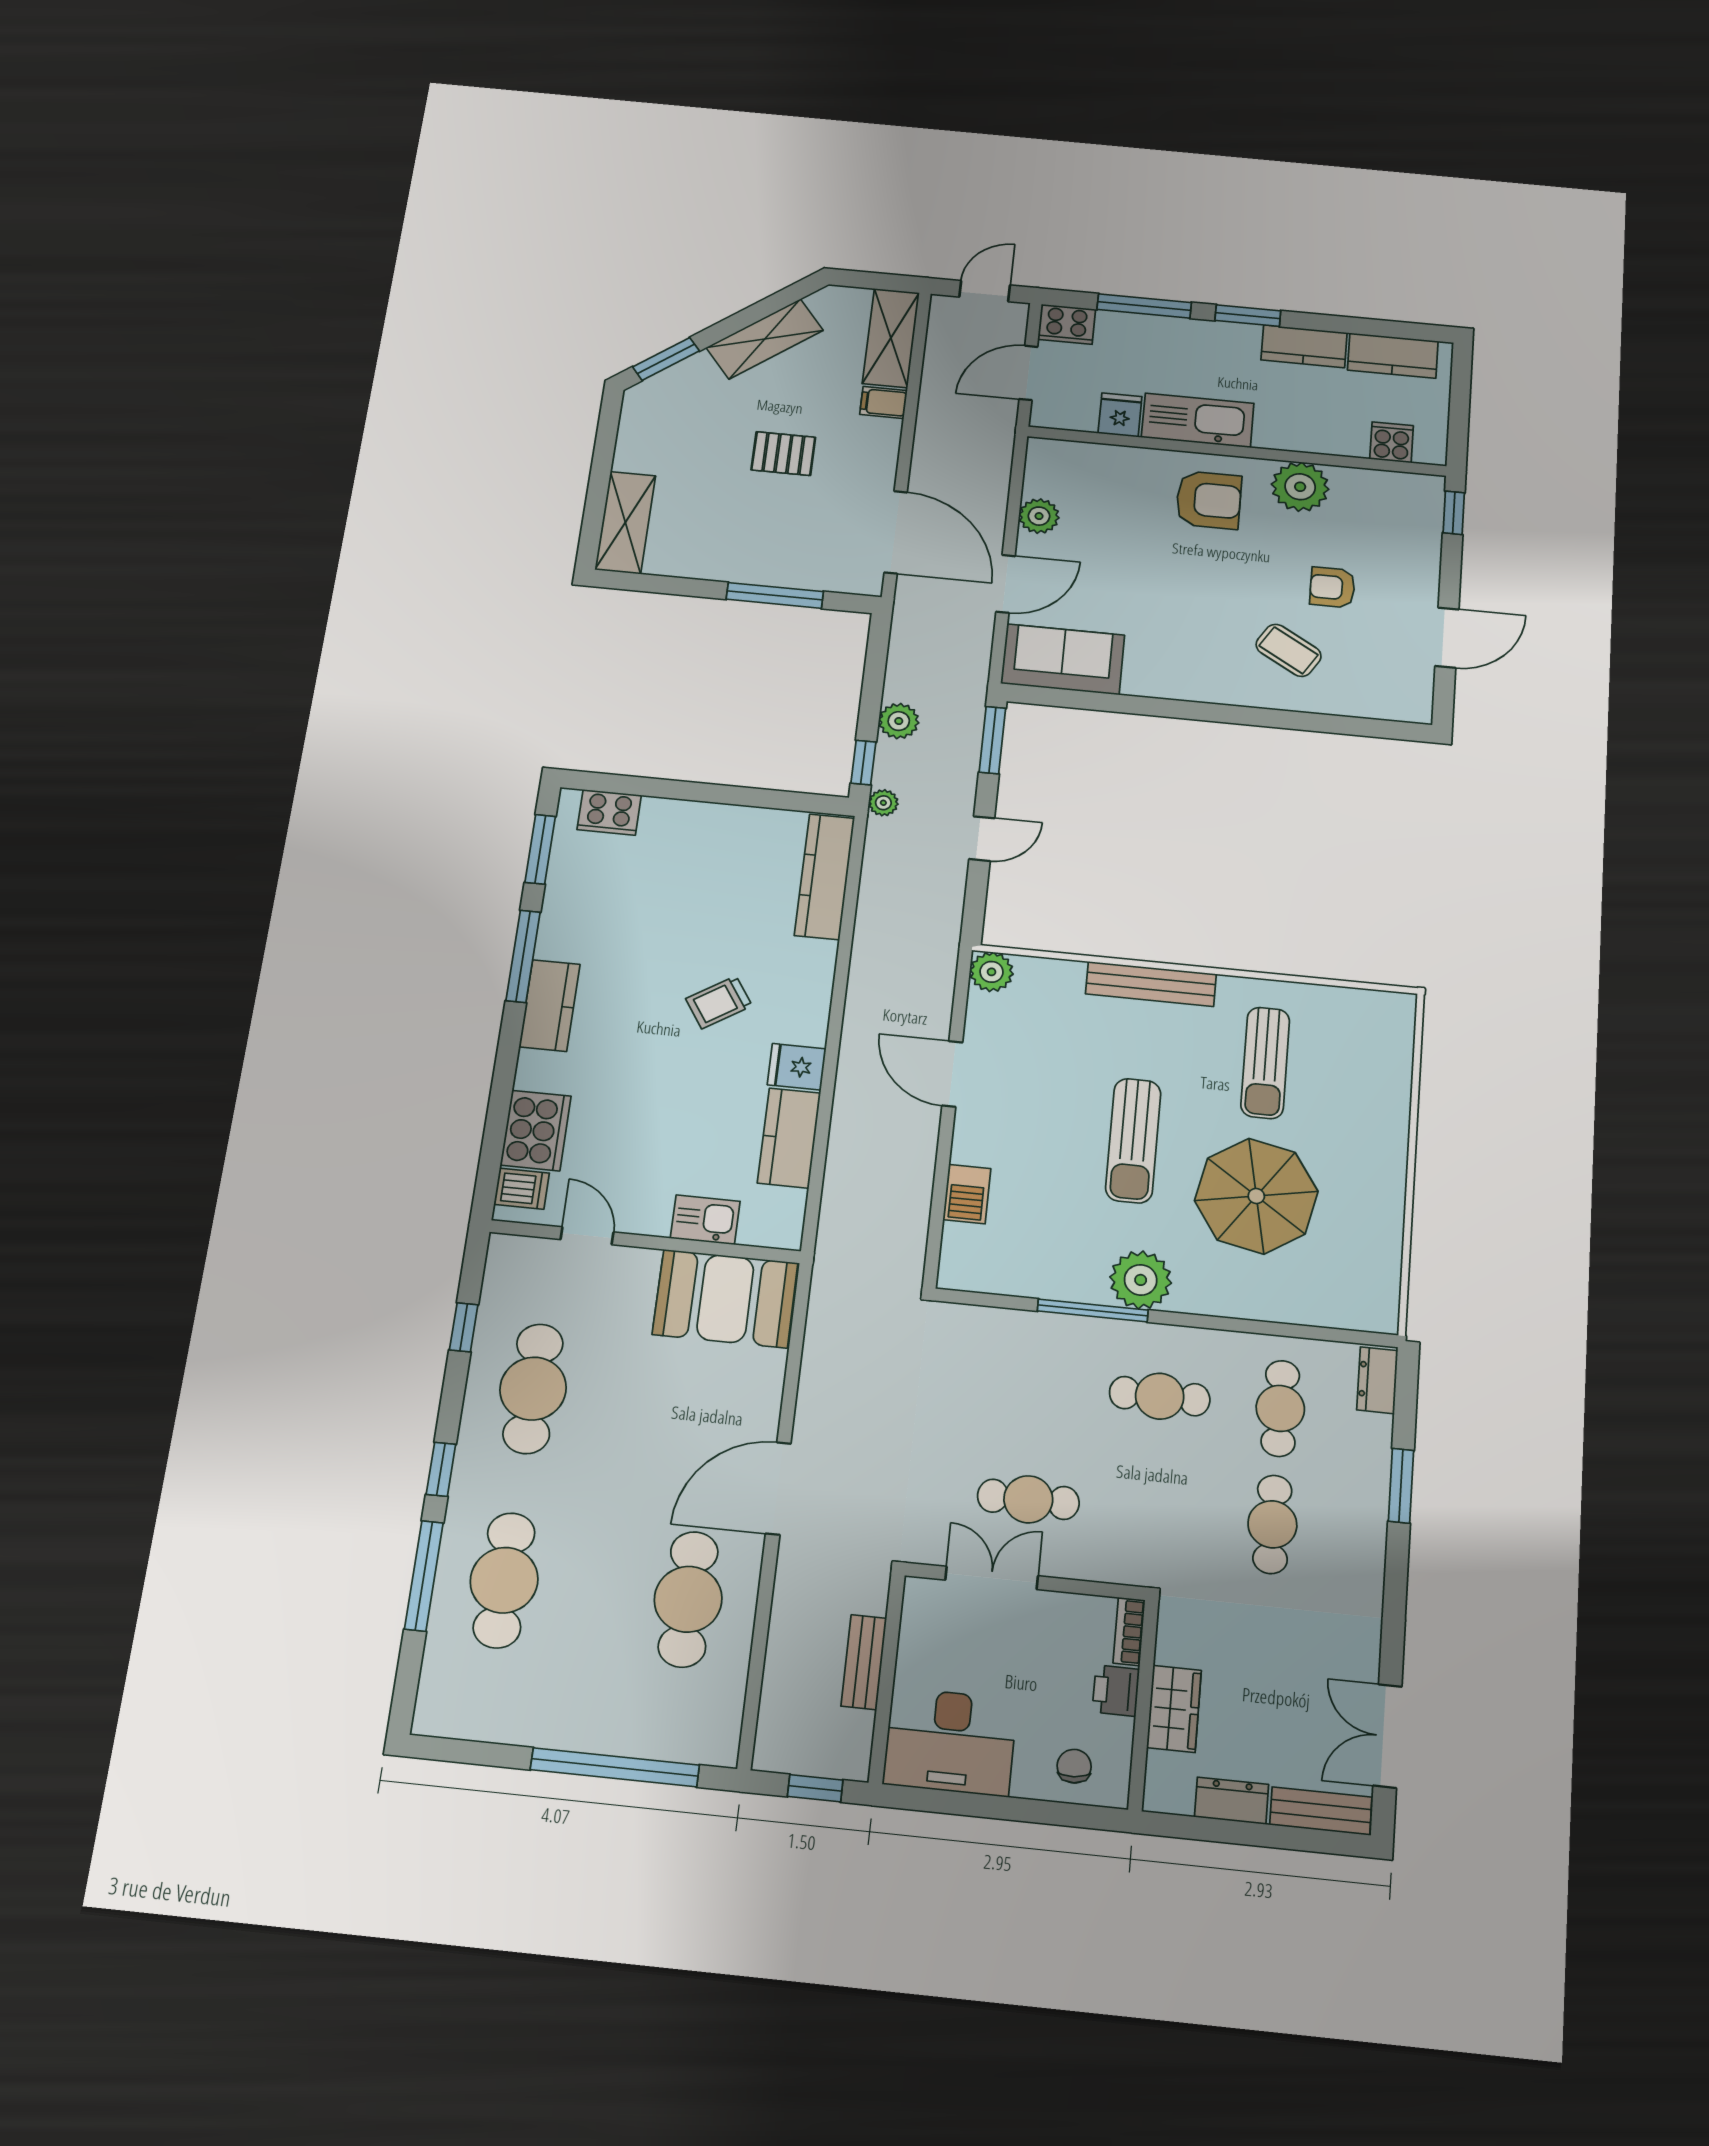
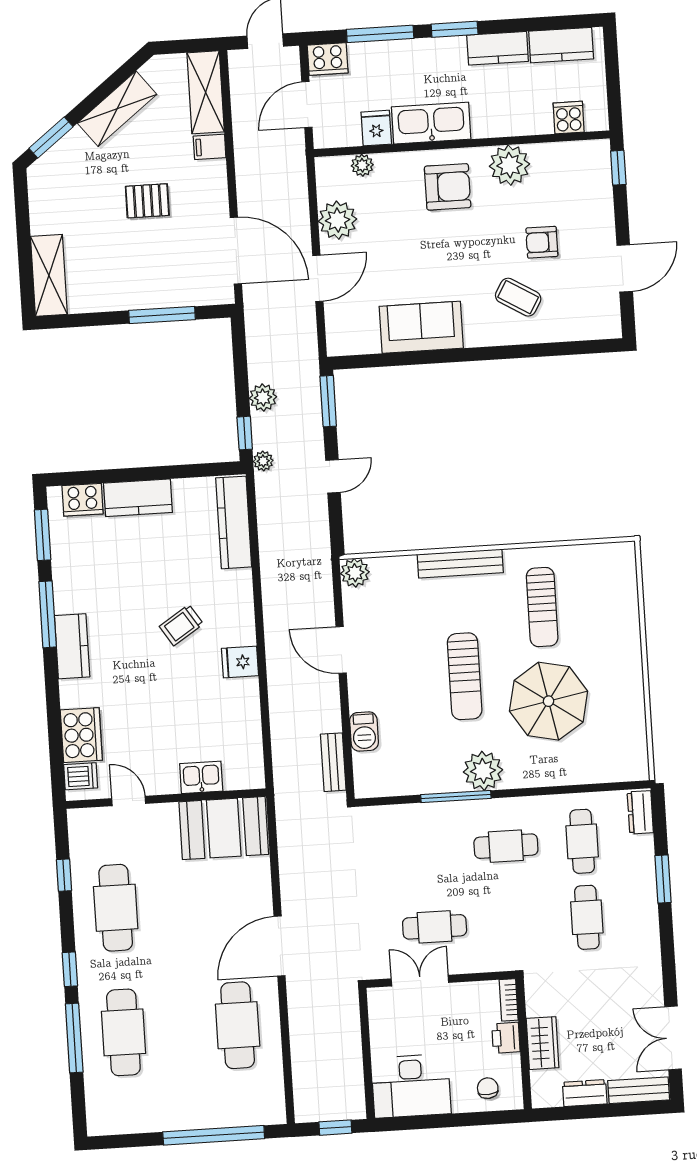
plant: (1093, 456) -> (362, 165), added
plant: (1039, 516) -> (338, 220), width x1.36, depth x1.36
sofa: (1063, 659) -> (421, 327), moved
kitchen counter: (789, 1138) -> (138, 498), moved, turned -90
bench: (864, 1662) -> (333, 762), moved

